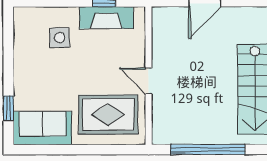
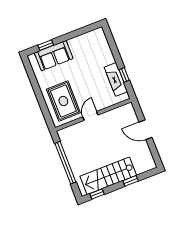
side table: (59, 38) -> (95, 58), removed
sofa: (42, 128) -> (54, 56), moved, turned 90

